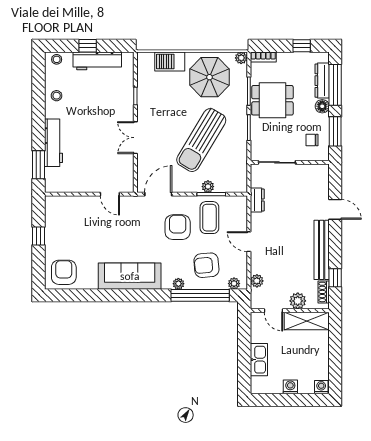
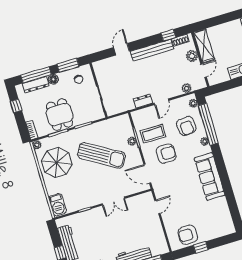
barbecue: (170, 62) -> (58, 205), moved
dresser: (257, 200) -> (143, 101), moved
armchair: (178, 227) -> (166, 154), turned 180
armchair: (64, 272) -> (188, 235), moved

